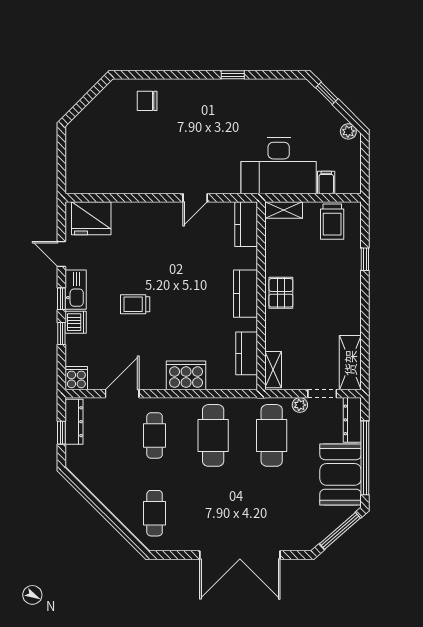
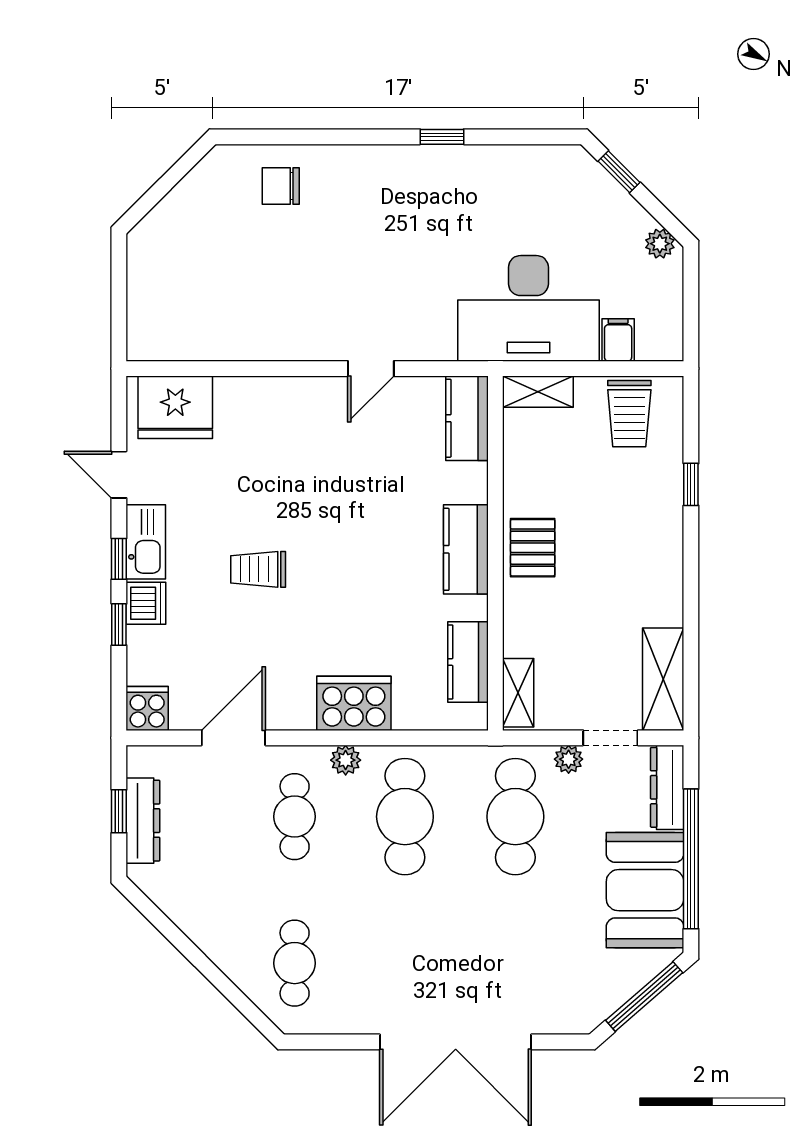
plant: (182, 405) -> (346, 760), added
dresser: (74, 422) -> (143, 821), moved

